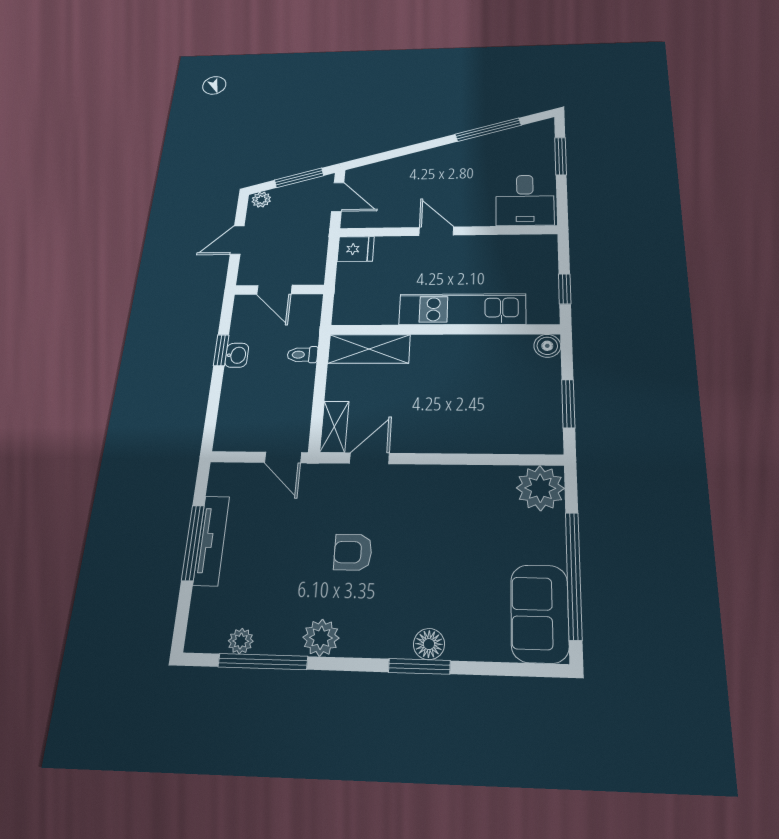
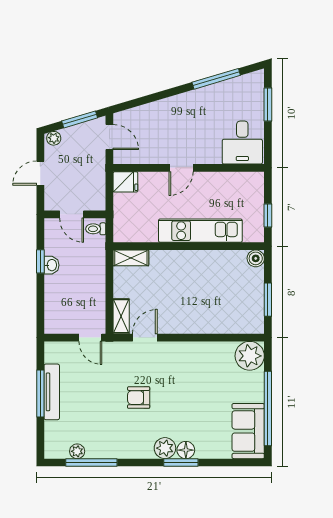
door: (436, 231) -> (181, 168), swing flipped
shelving: (369, 349) -> (131, 258), width x0.67, depth x0.75
toilet: (302, 355) -> (96, 229), moved
plant: (321, 638) -> (165, 448), moved

